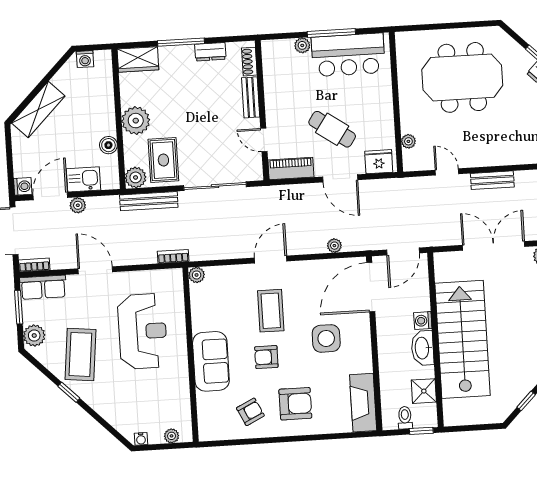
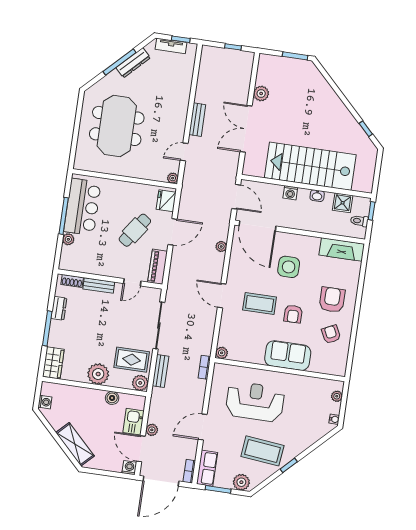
plant: (408, 141) -> (173, 178), moved
bench: (149, 201) -> (161, 371), width x0.73
washbasin: (423, 348) -> (317, 196), width x0.52, depth x0.69

